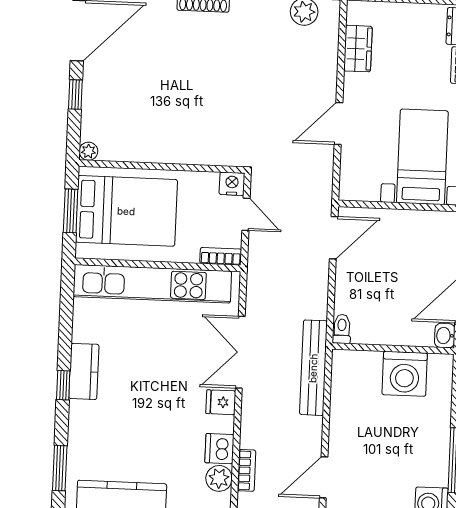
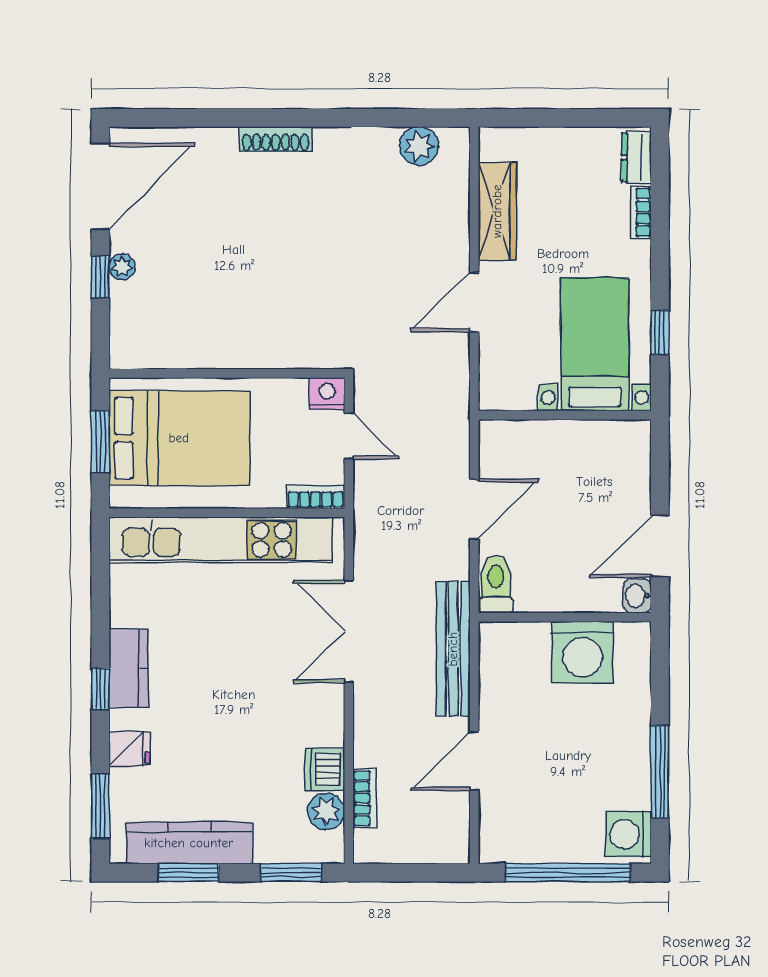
wardrobe: (358, 49) -> (497, 211), width x1.50
plant: (88, 151) -> (122, 267), moved
door: (334, 238) -> (474, 509), moved
toilet: (342, 329) -> (496, 584), width x1.37, depth x1.39
fridge: (221, 402) -> (129, 749), moved, turned 180
door: (324, 477) -> (474, 761), moved

